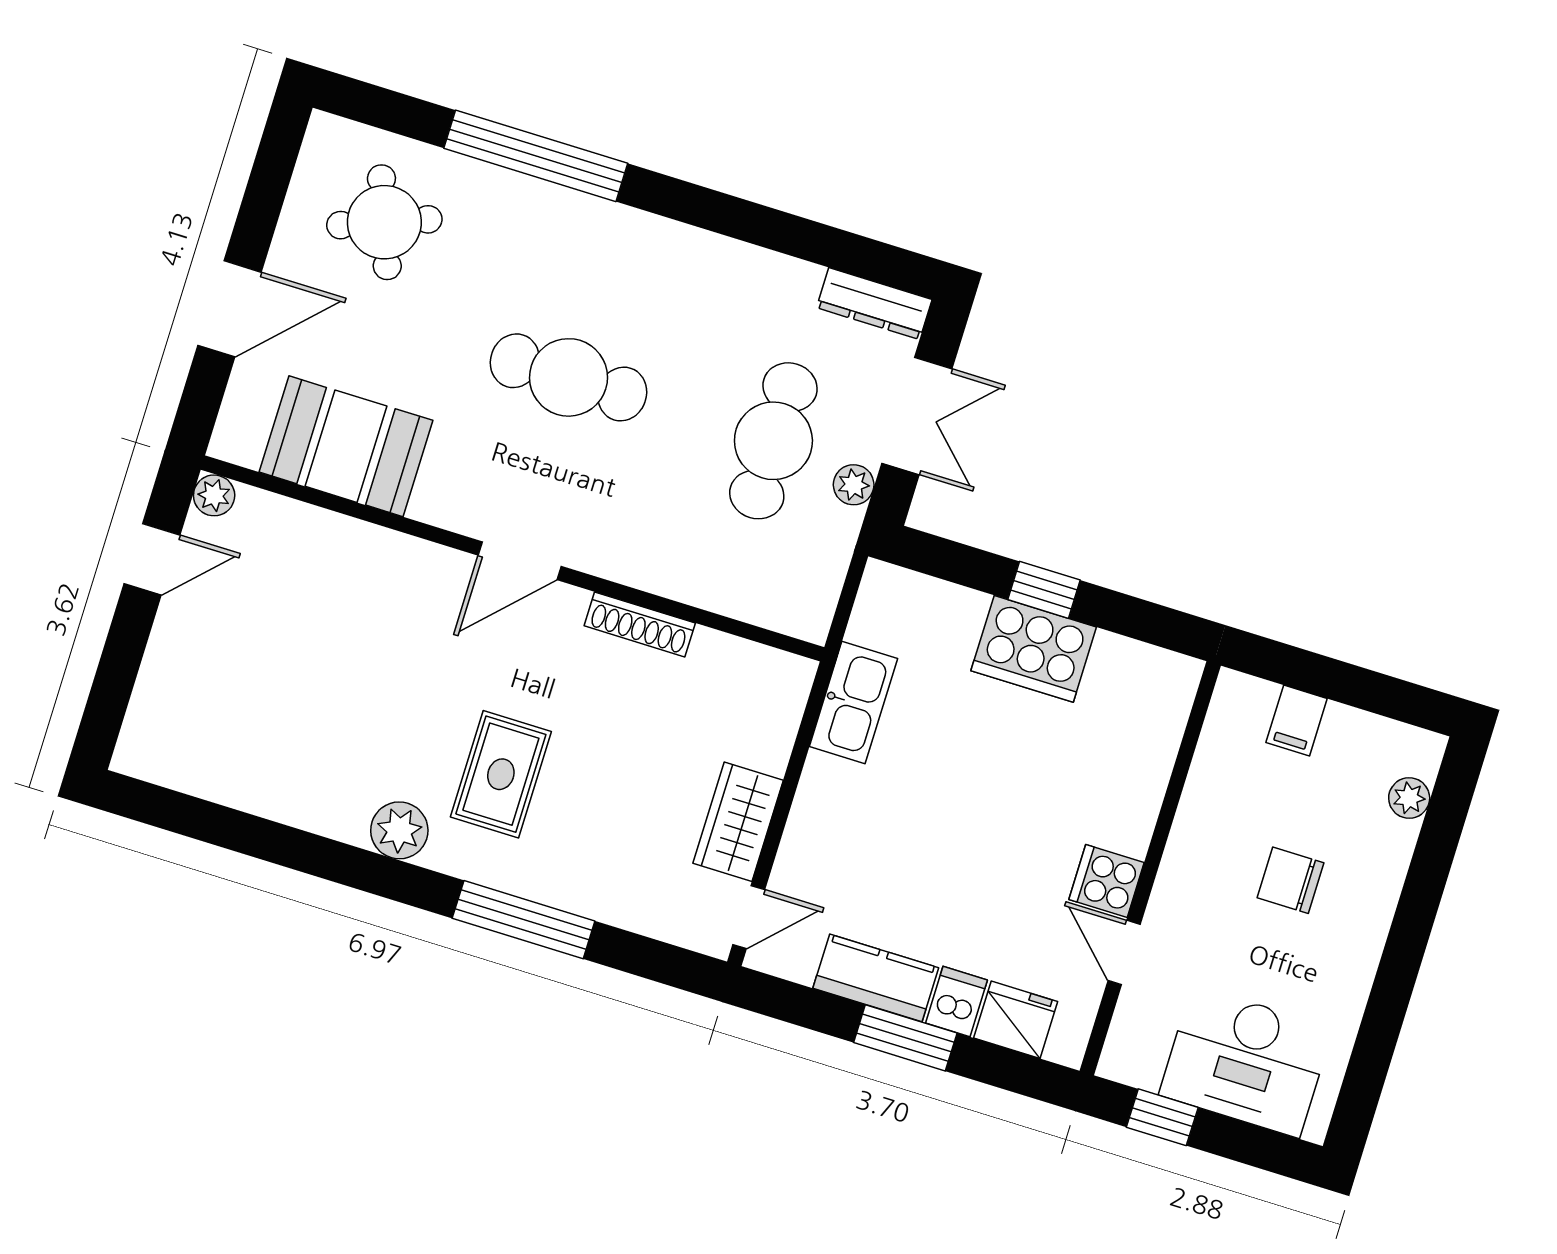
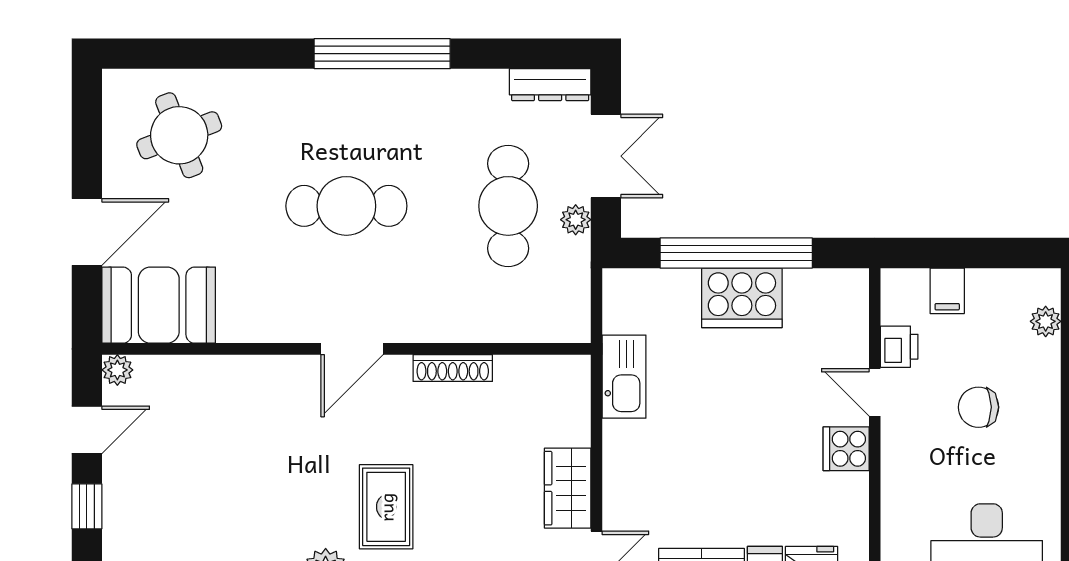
window: (536, 156) -> (382, 54), moved
booth: (346, 446) -> (159, 305), moved
window: (1044, 590) -> (736, 253), width x3.17
window: (122, 656) -> (87, 506), added
printer: (1214, 773) -> (899, 347), added
door: (1124, 953) -> (875, 392), moved

